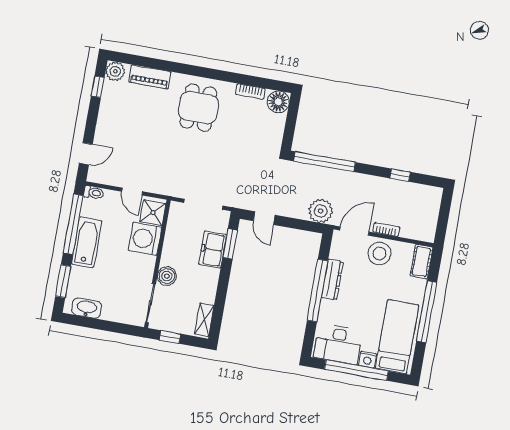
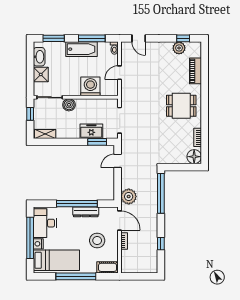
plant: (115, 71) -> (179, 48), moved
shower: (153, 213) -> (41, 74), moved
window: (73, 224) -> (92, 38), width x0.68
stool: (379, 253) -> (97, 240), moved

